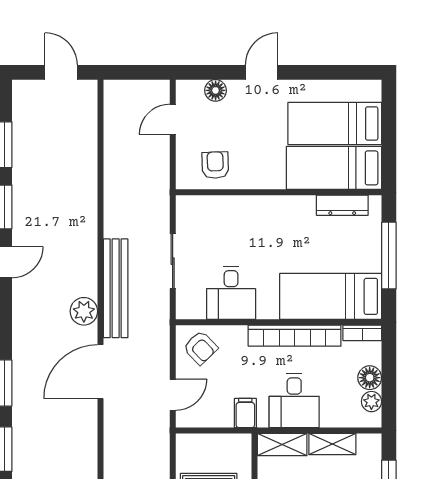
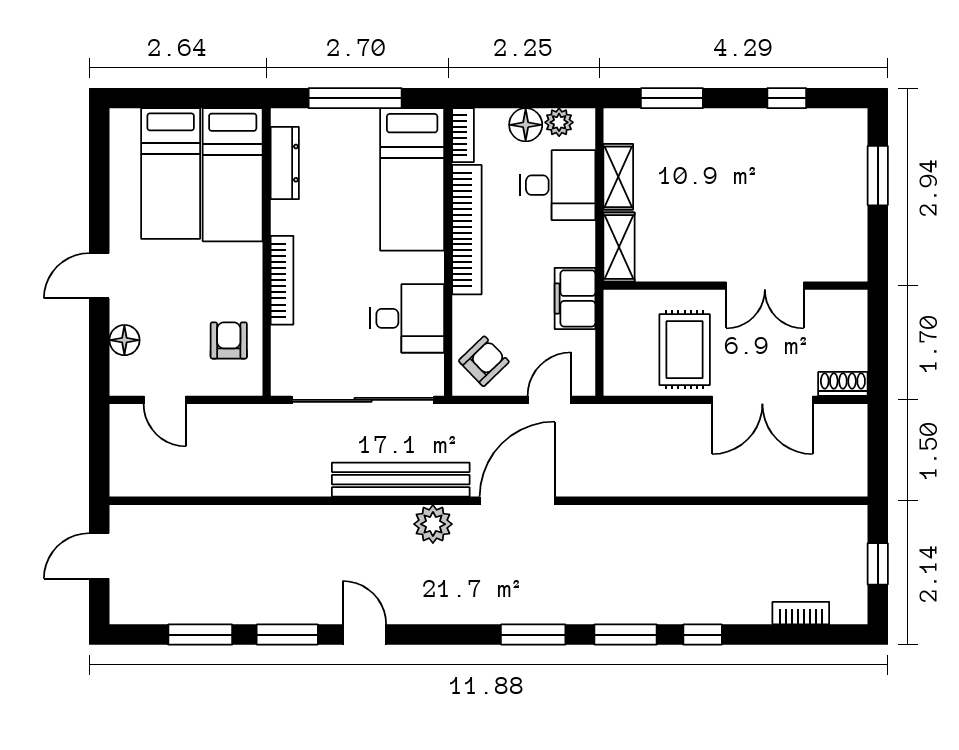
door: (262, 72) -> (99, 276), hinge flipped
armchair: (215, 165) -> (229, 340), turned 92
bookcase: (258, 203) -> (282, 280), added
sliding door: (173, 261) -> (363, 400), width x1.86
door: (100, 372) -> (517, 501), swing flipped
door: (173, 395) -> (549, 400), hinge flipped
desk: (294, 401) -> (558, 185), moved
filing cabinet: (245, 413) -> (575, 298), width x2.00

